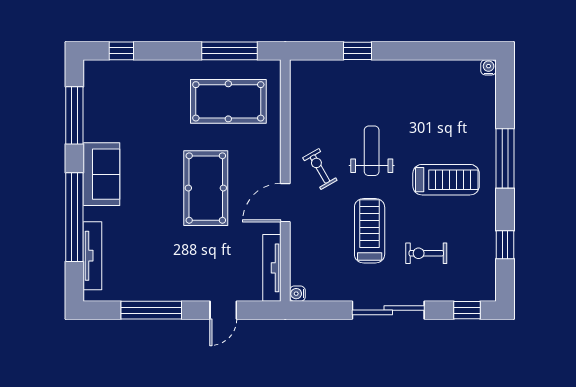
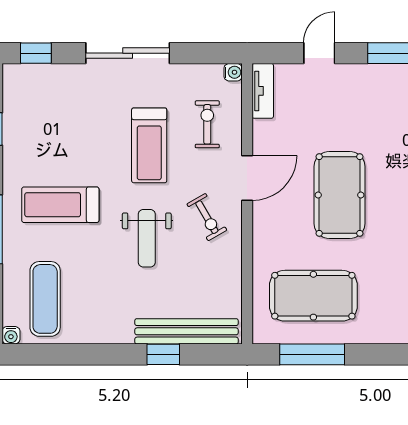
bench: (337, 71) -> (187, 331), added
exercise mat: (459, 99) -> (45, 299), added
exercise bike: (426, 253) -> (207, 124), moved, turned -90
tv unit: (272, 268) -> (263, 91), width x0.71

